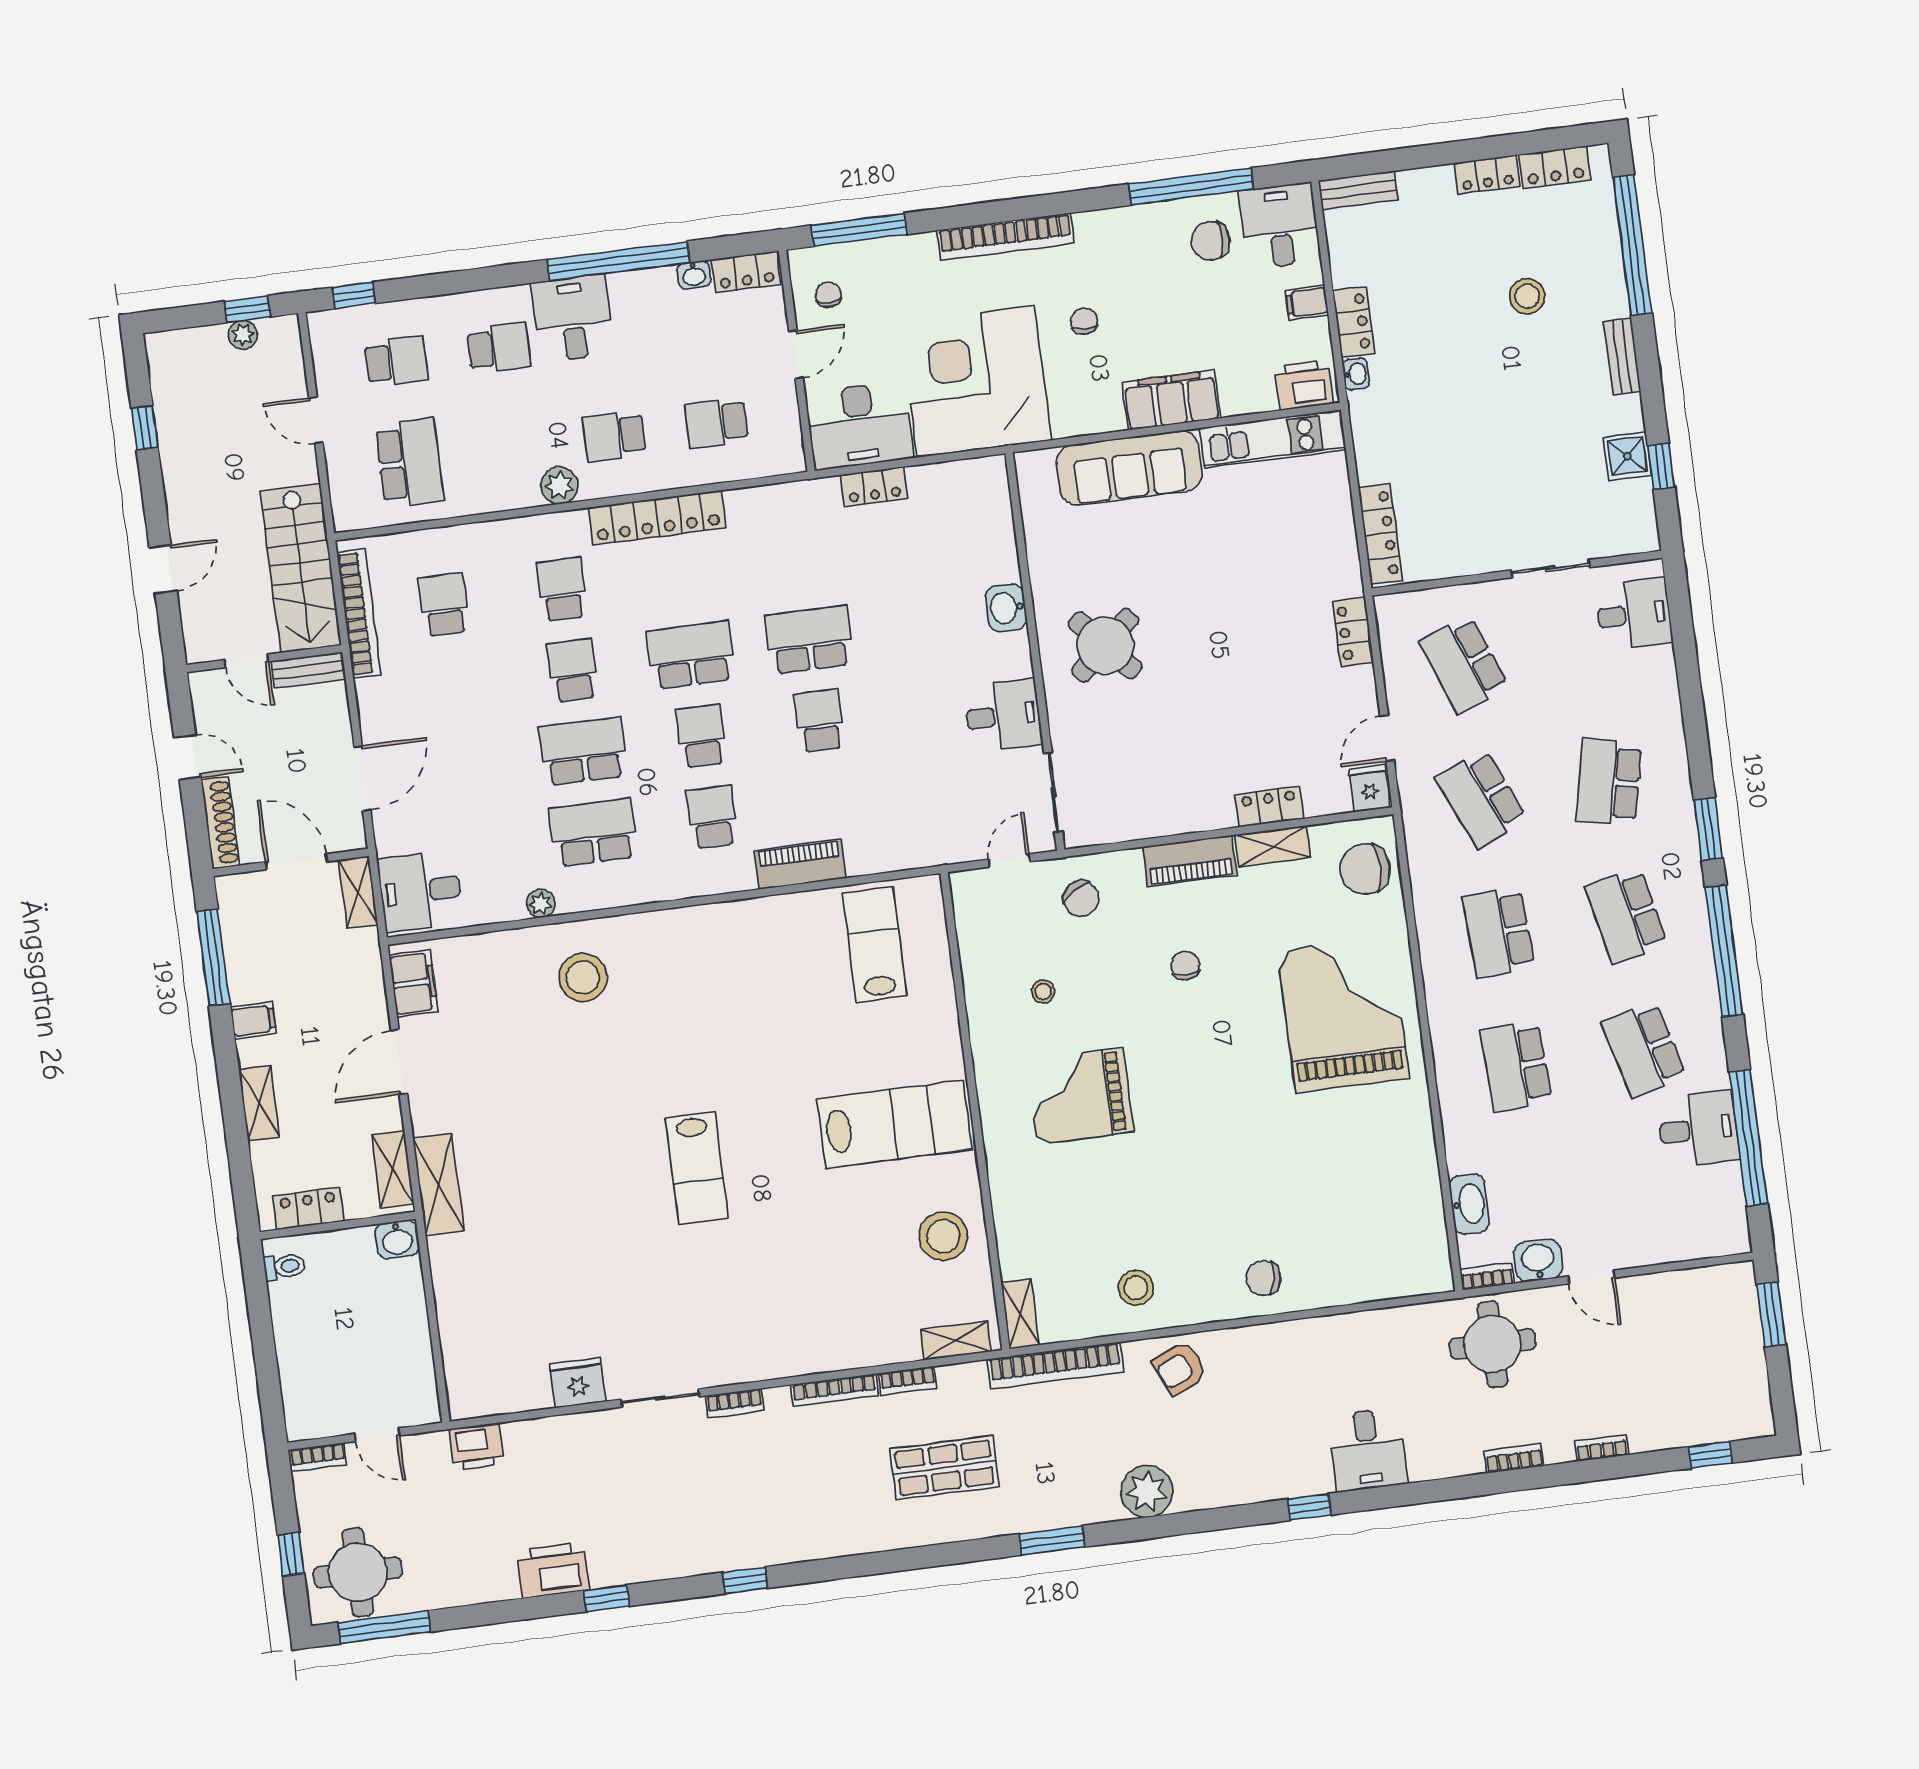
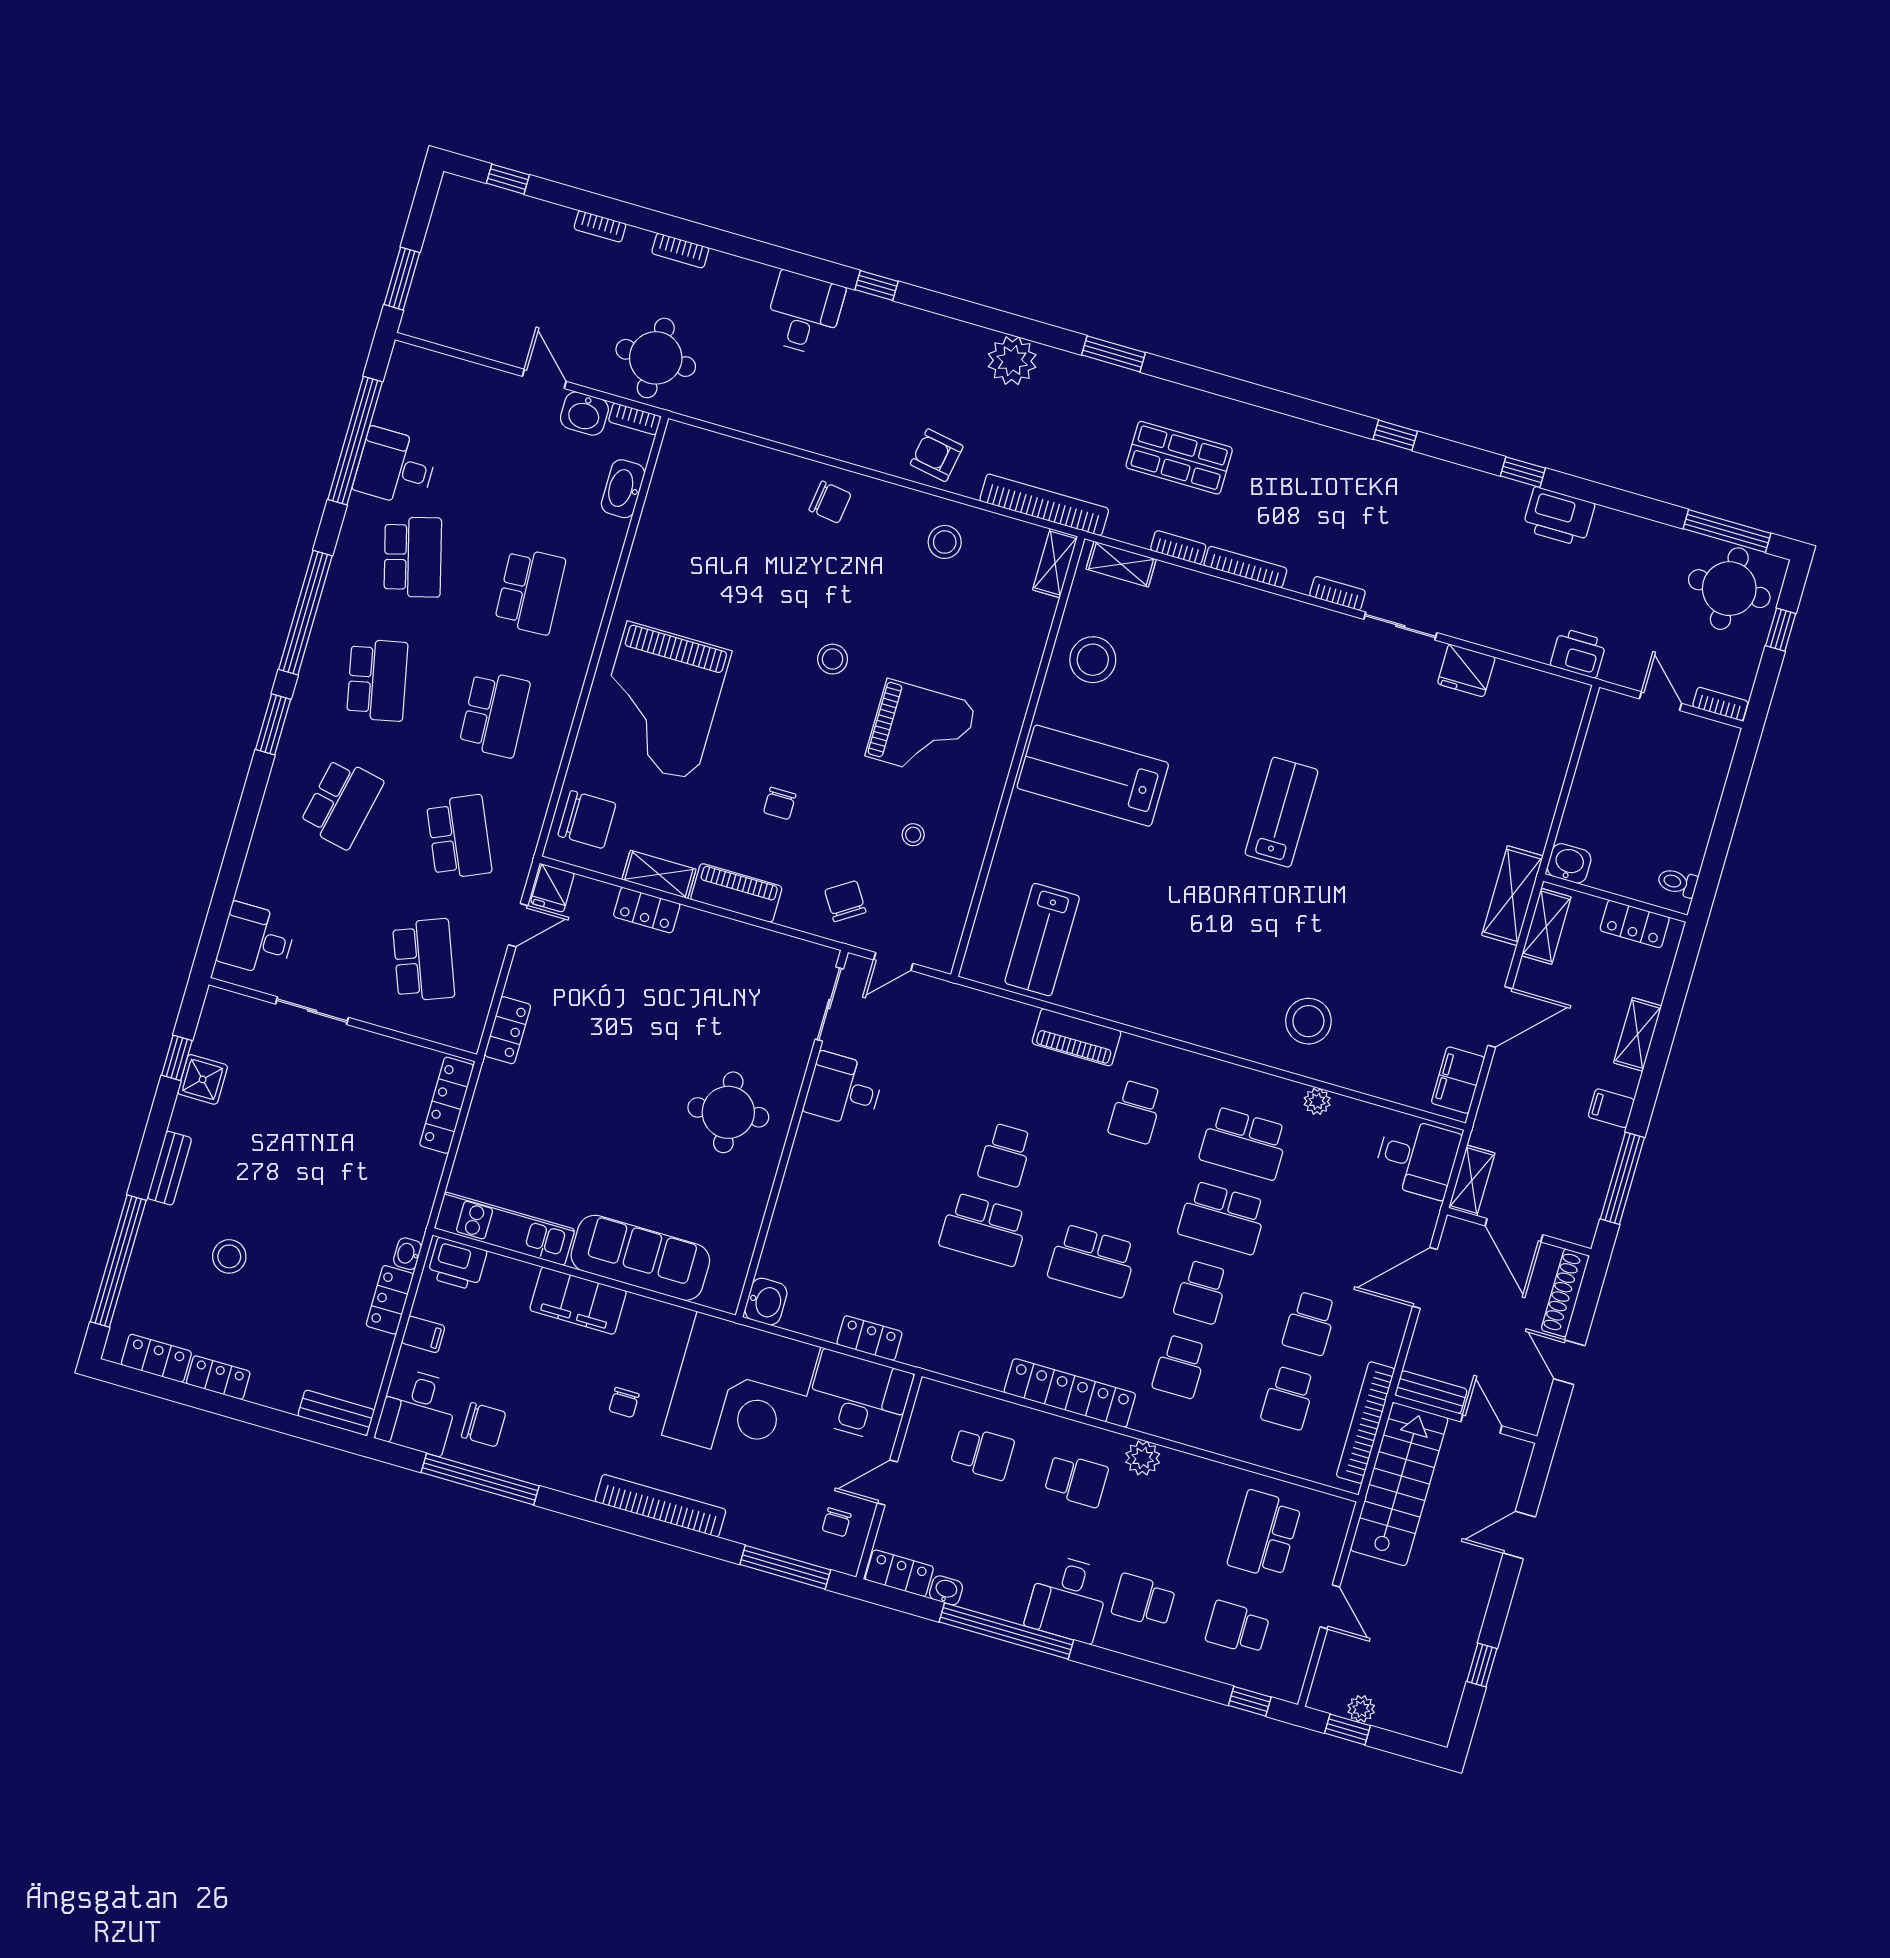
washbasin: (1006, 608) -> (766, 1302), moved
round table: (1105, 645) -> (728, 1112), turned 35
school desk: (701, 736) -> (1310, 1323), moved
stool: (1195, 1127) -> (833, 659), added
armchair: (1180, 1368) -> (937, 455), turned -146

